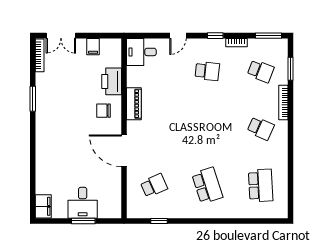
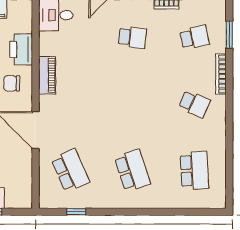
school desk: (261, 71) -> (194, 37), turned -33
school desk: (154, 185) -> (70, 170), width x1.85

